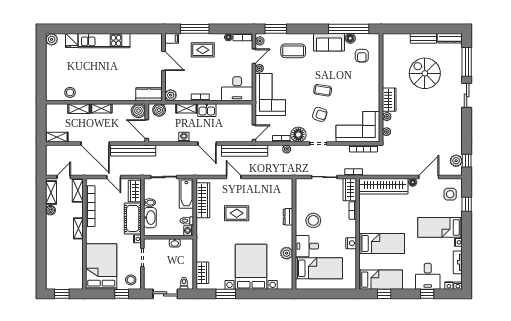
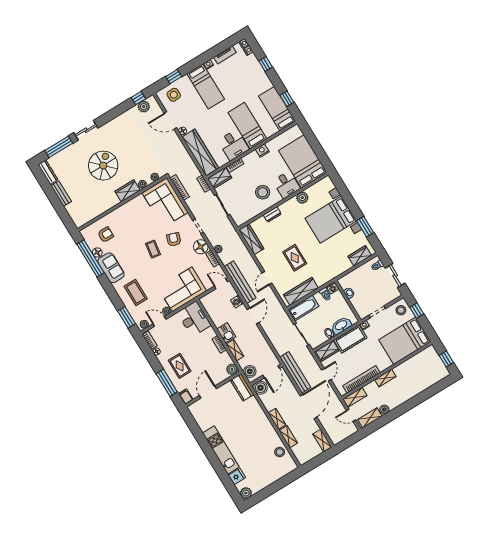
spiral stairs: (425, 73) -> (103, 166), moved, turned 180
washing machine: (184, 137) -> (237, 302), moved
wardrobe: (277, 184) -> (251, 239), added
bed: (319, 268) -> (303, 161), width x1.50
desk: (428, 276) -> (233, 145), moved, turned 90

